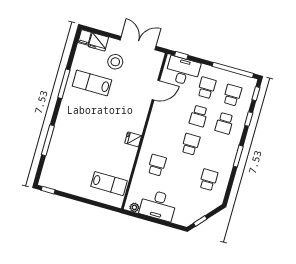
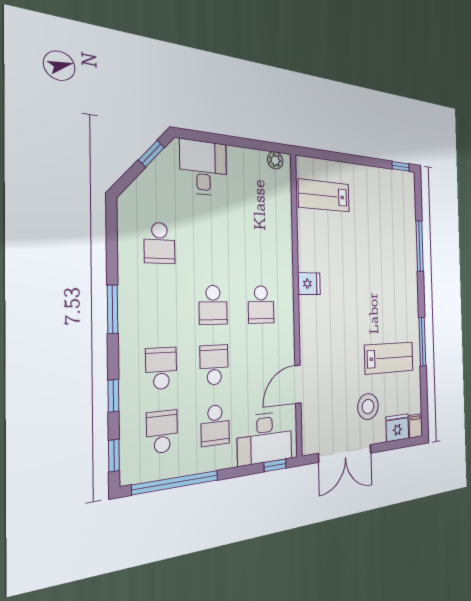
school desk: (232, 95) -> (162, 432), turned 180
school desk: (157, 165) -> (261, 305), moved
desk: (158, 205) -> (203, 168), moved, width x0.73

